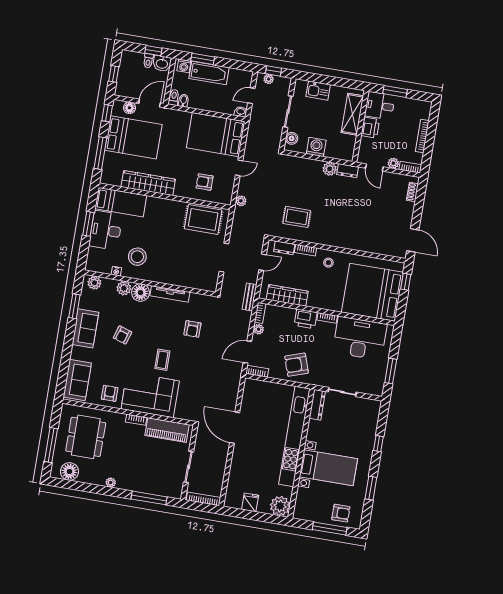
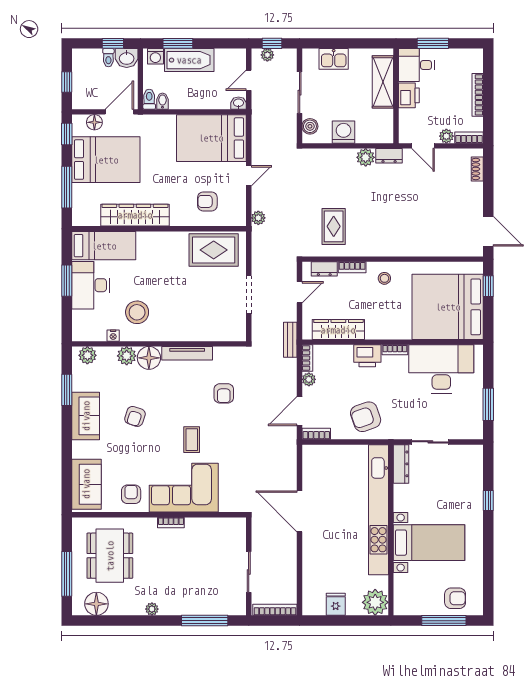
rug: (297, 217) -> (334, 226), turned 90
piano: (167, 430) -> (213, 529), removed
window: (371, 488) -> (488, 560), removed

